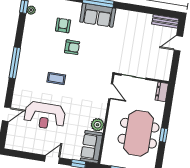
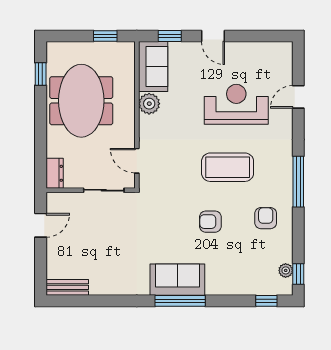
armchair: (63, 25) -> (266, 218), moved, turned 180
door: (178, 43) -> (41, 225), moved
coffee table: (56, 78) -> (228, 167), width x1.86, depth x1.72
window: (163, 135) -> (41, 74), moved
door: (52, 159) -> (213, 36), hinge flipped

